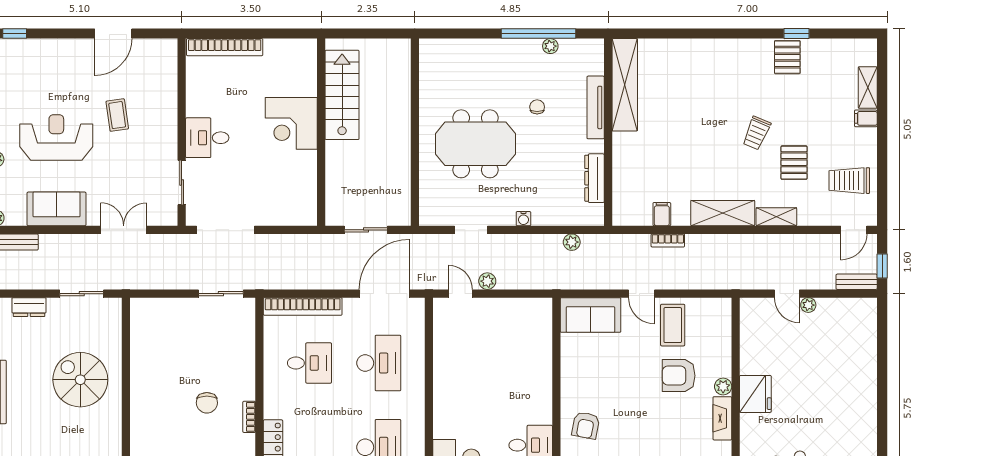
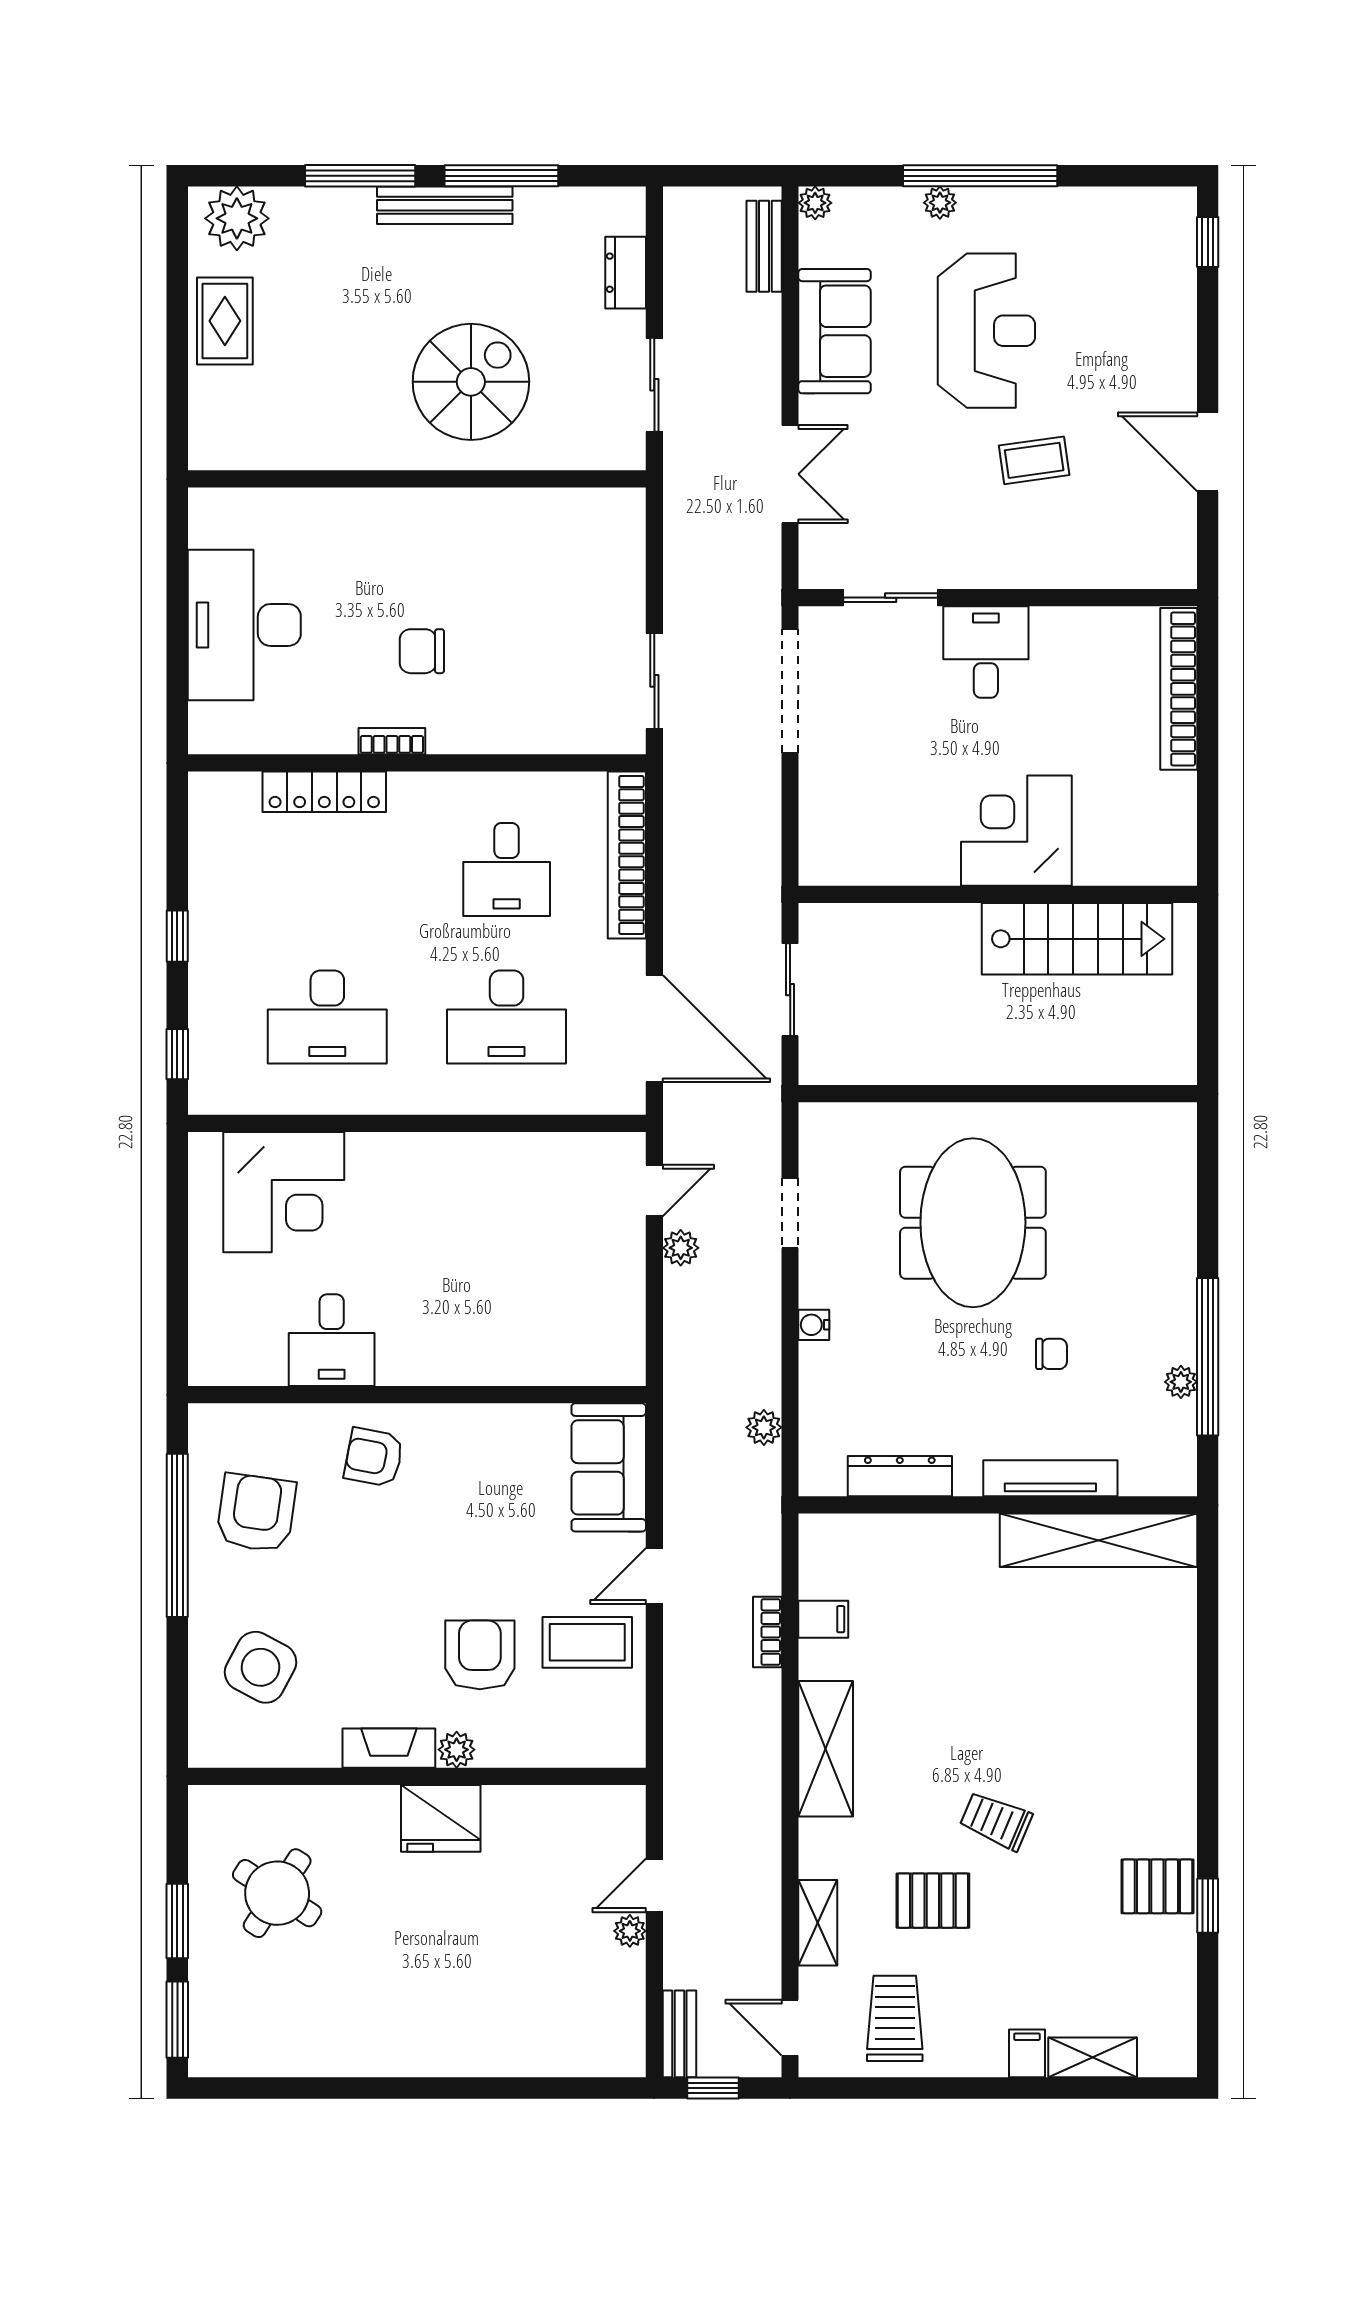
shelving: (776, 217) -> (818, 1923), moved

